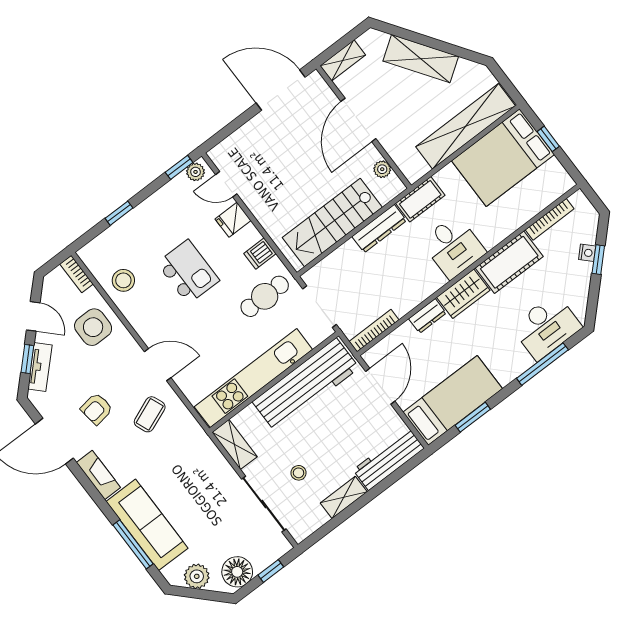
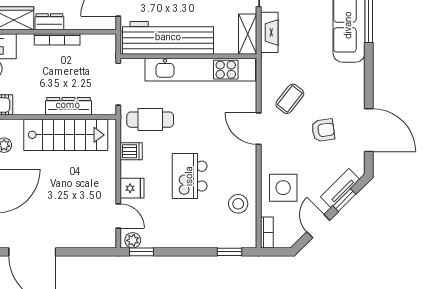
window: (119, 213) -> (230, 252), moved
dresser: (379, 229) -> (68, 106), moved
bookcase: (374, 331) -> (57, 39), moved
coffee table: (150, 414) -> (290, 99), turned -30
fireplace: (98, 475) -> (269, 32), moved, turned 180

